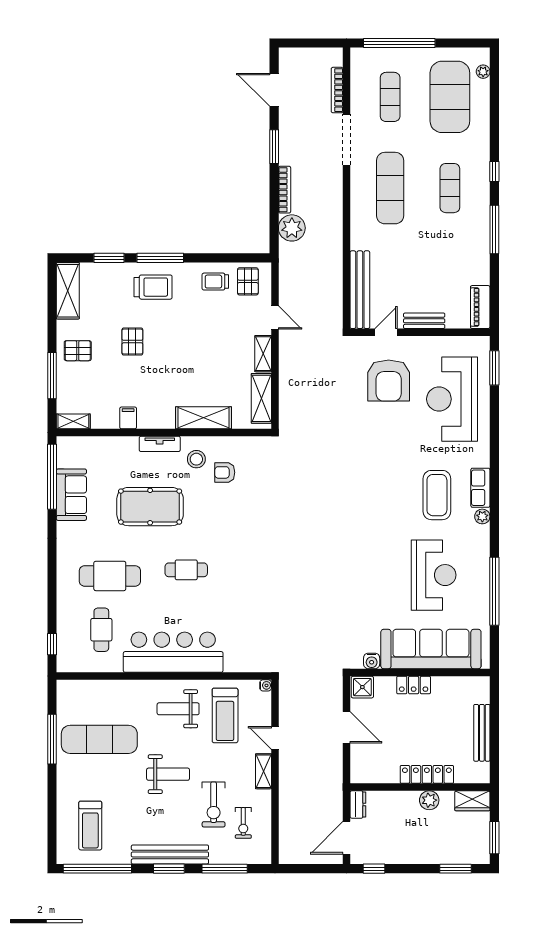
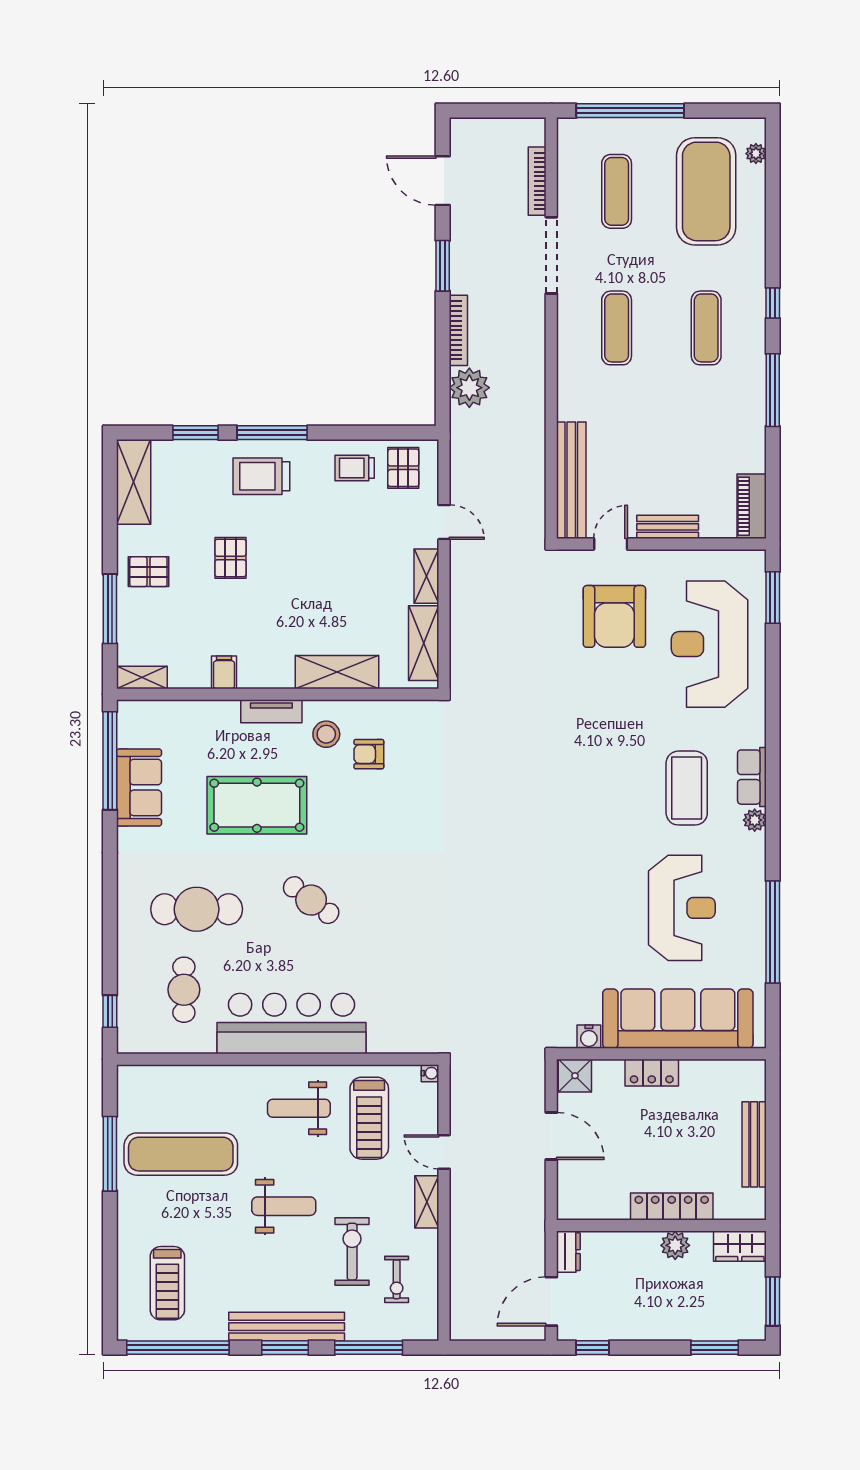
exercise mat: (390, 188) -> (617, 328), width x0.73, depth x0.69
trolley: (153, 287) -> (261, 476), turned 180
cafe table: (186, 570) -> (311, 900), turned 37
exercise bike: (214, 804) -> (352, 1252), turned 180

